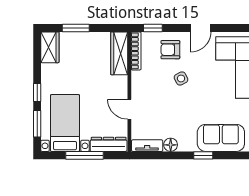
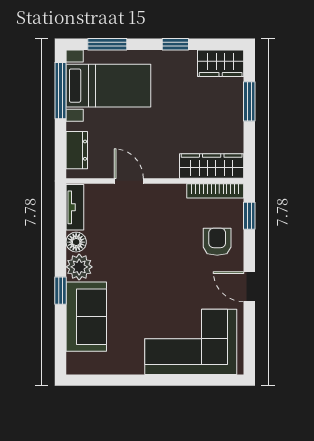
side table: (181, 78) -> (174, 258), removed
window: (37, 92) -> (175, 44), moved
door: (129, 109) -> (129, 181), hinge flipped
plant: (187, 143) -> (79, 267), added
dresser: (109, 144) -> (77, 150), width x0.70
window: (84, 155) -> (61, 91), moved

